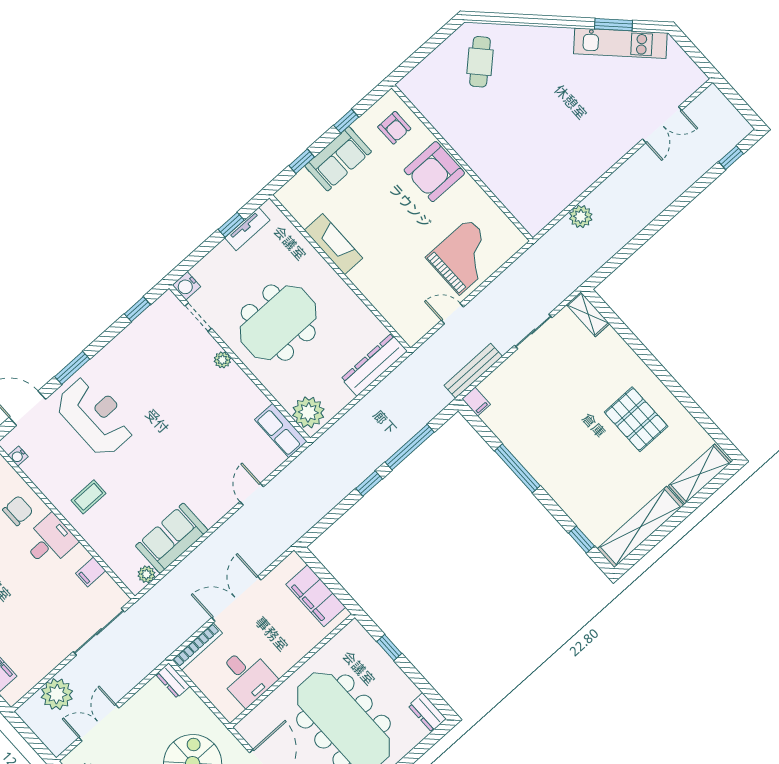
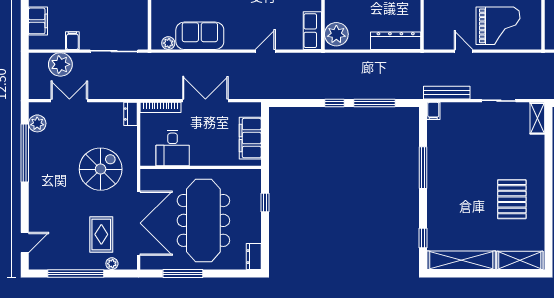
filing cabinet: (91, 572) -> (72, 41), moved, turned 90

